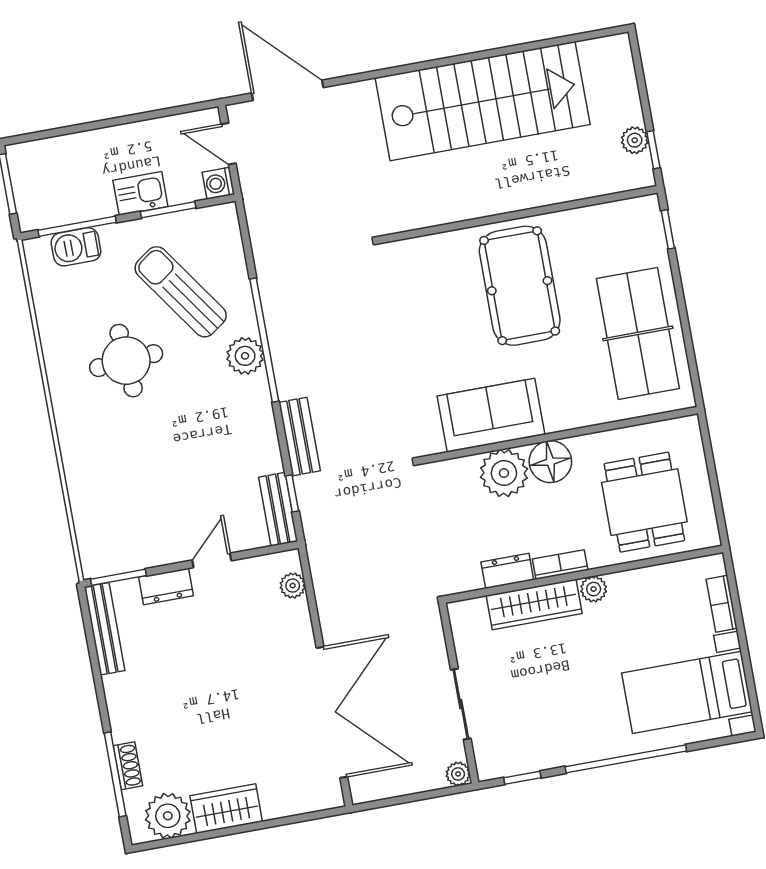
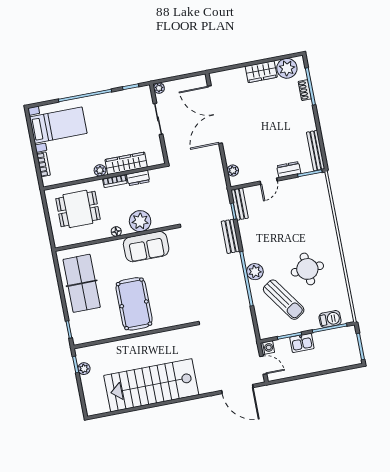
floor lamp: (550, 462) -> (116, 231), width x0.53, depth x0.53
dining table: (644, 502) -> (78, 209), turned 90

